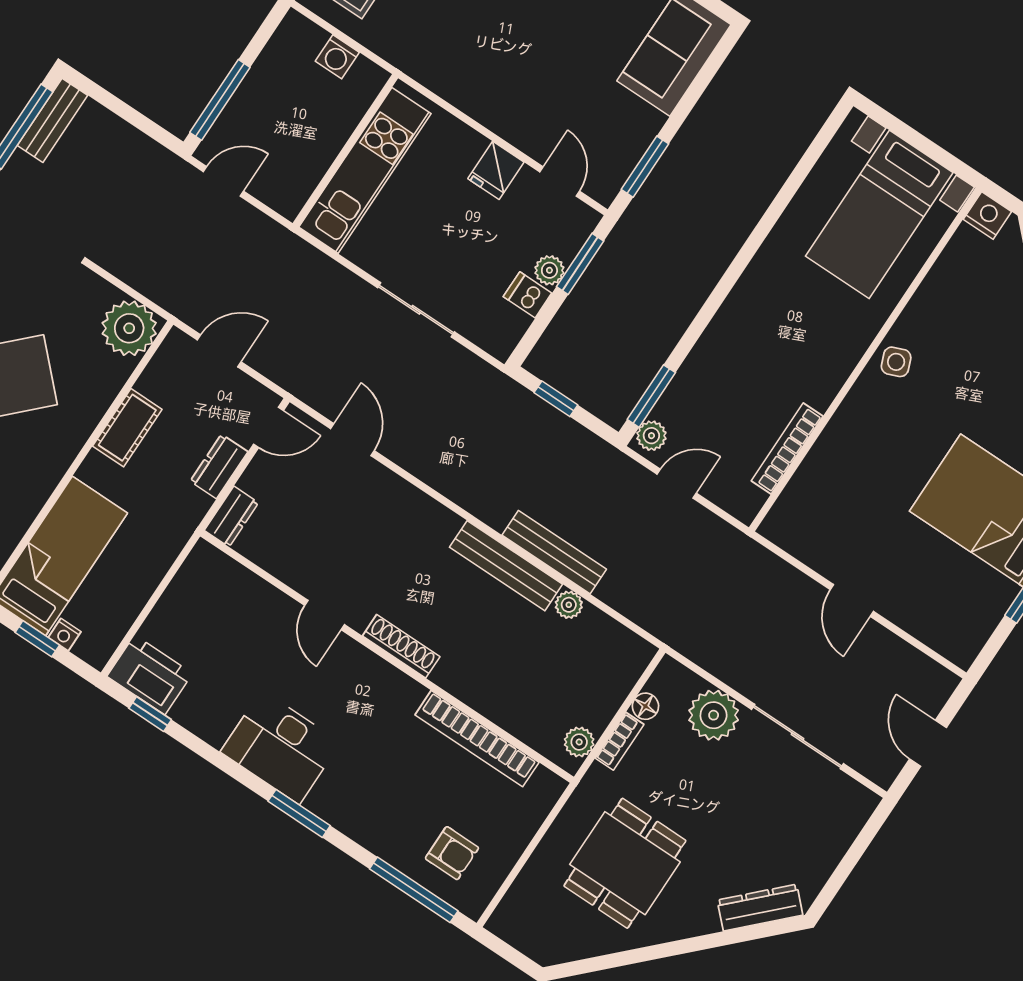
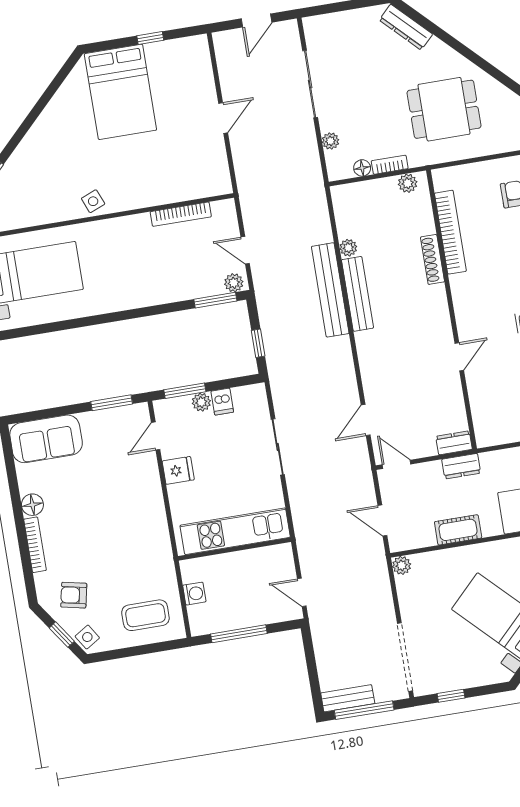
window: (220, 100) -> (239, 634), moved
plant: (129, 328) -> (402, 565), width x0.53, depth x0.53
dresser: (219, 466) -> (461, 466), moved
bench: (554, 552) -> (330, 290), width x1.37, depth x1.21
shoe rack: (401, 646) -> (432, 259), moved
plant: (714, 715) -> (331, 141), width x0.53, depth x0.53

